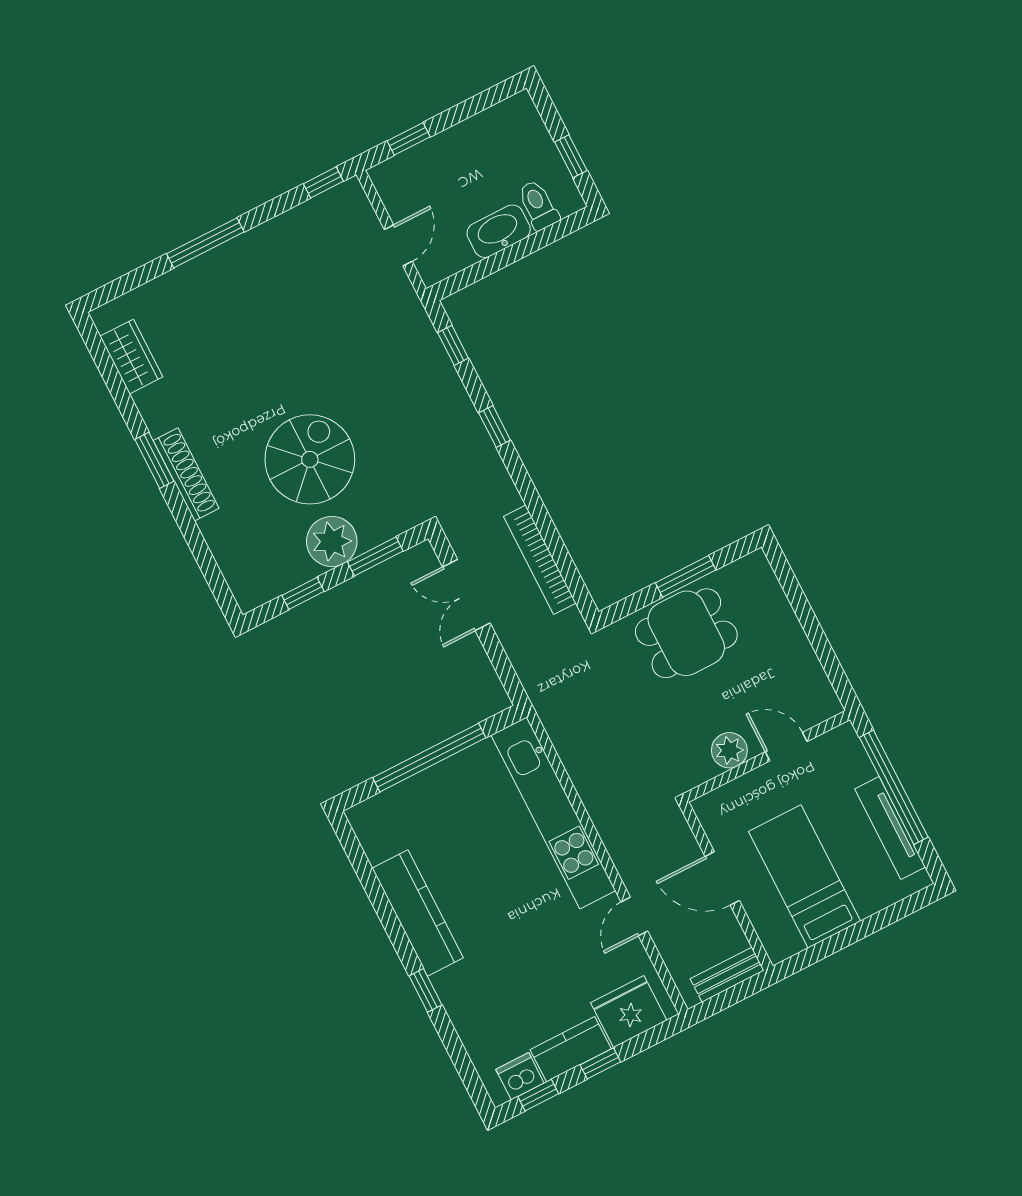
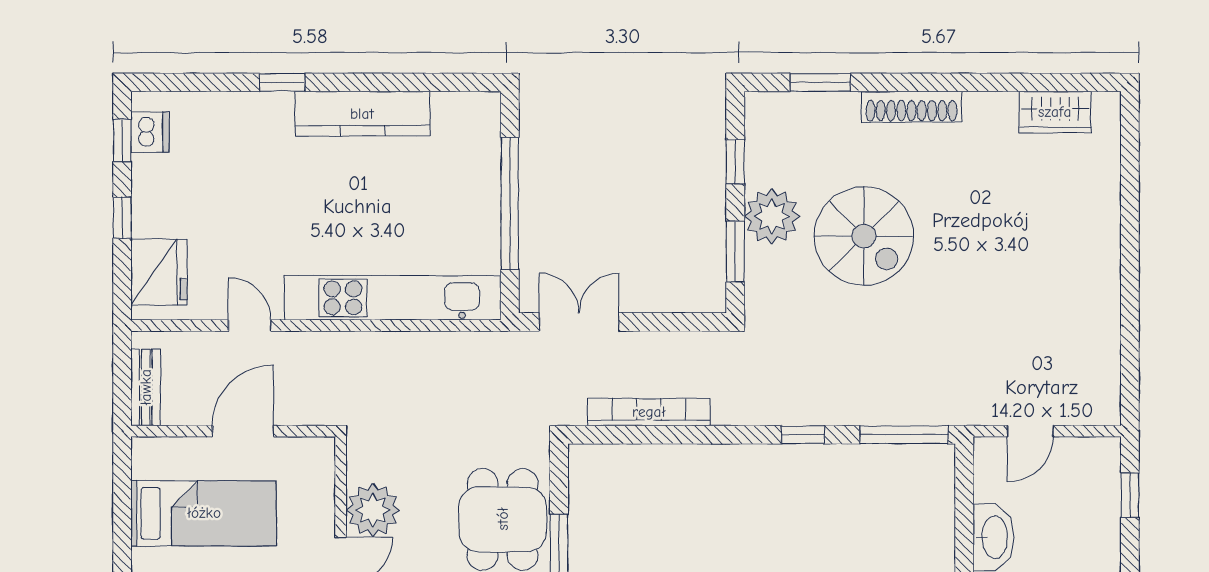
window: (323, 182) -> (1130, 389), removed
window: (205, 243) -> (1130, 242), removed
door: (398, 245) -> (1030, 431), hinge flipped
window: (453, 345) -> (904, 435), width x2.17
window: (154, 460) -> (820, 82), moved
double door: (466, 595) -> (579, 322), moved
plant: (729, 750) -> (373, 510), width x1.36, depth x1.36
kitchen counter: (571, 1049) -> (151, 196), removed

